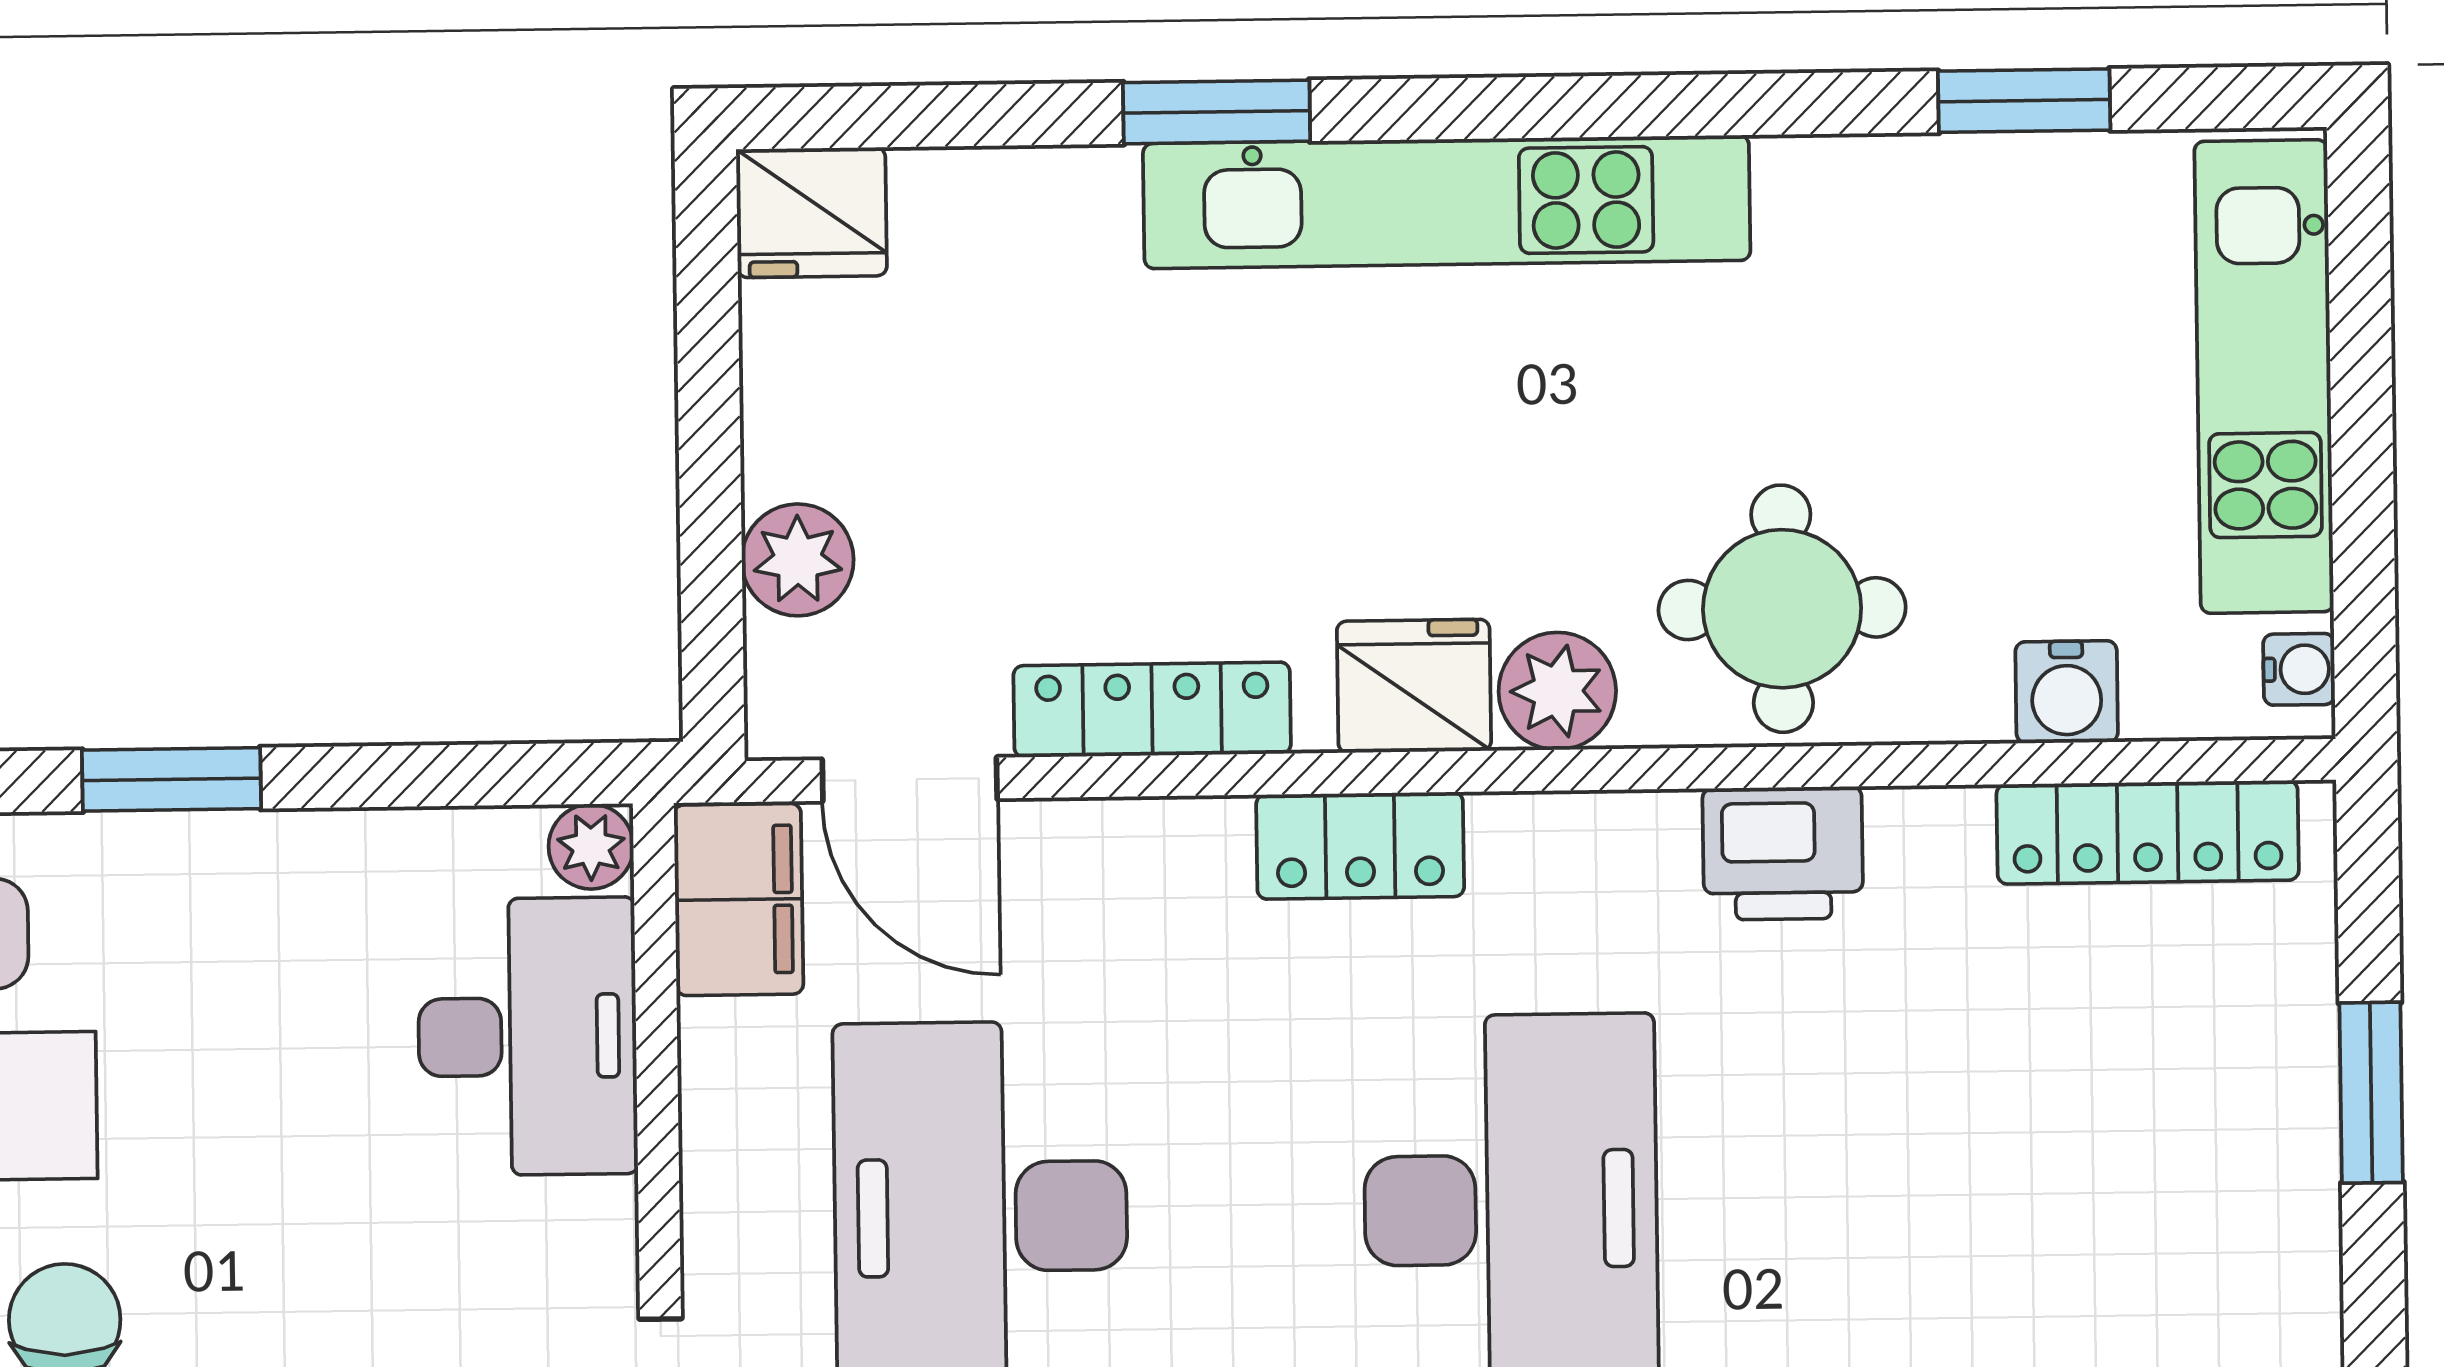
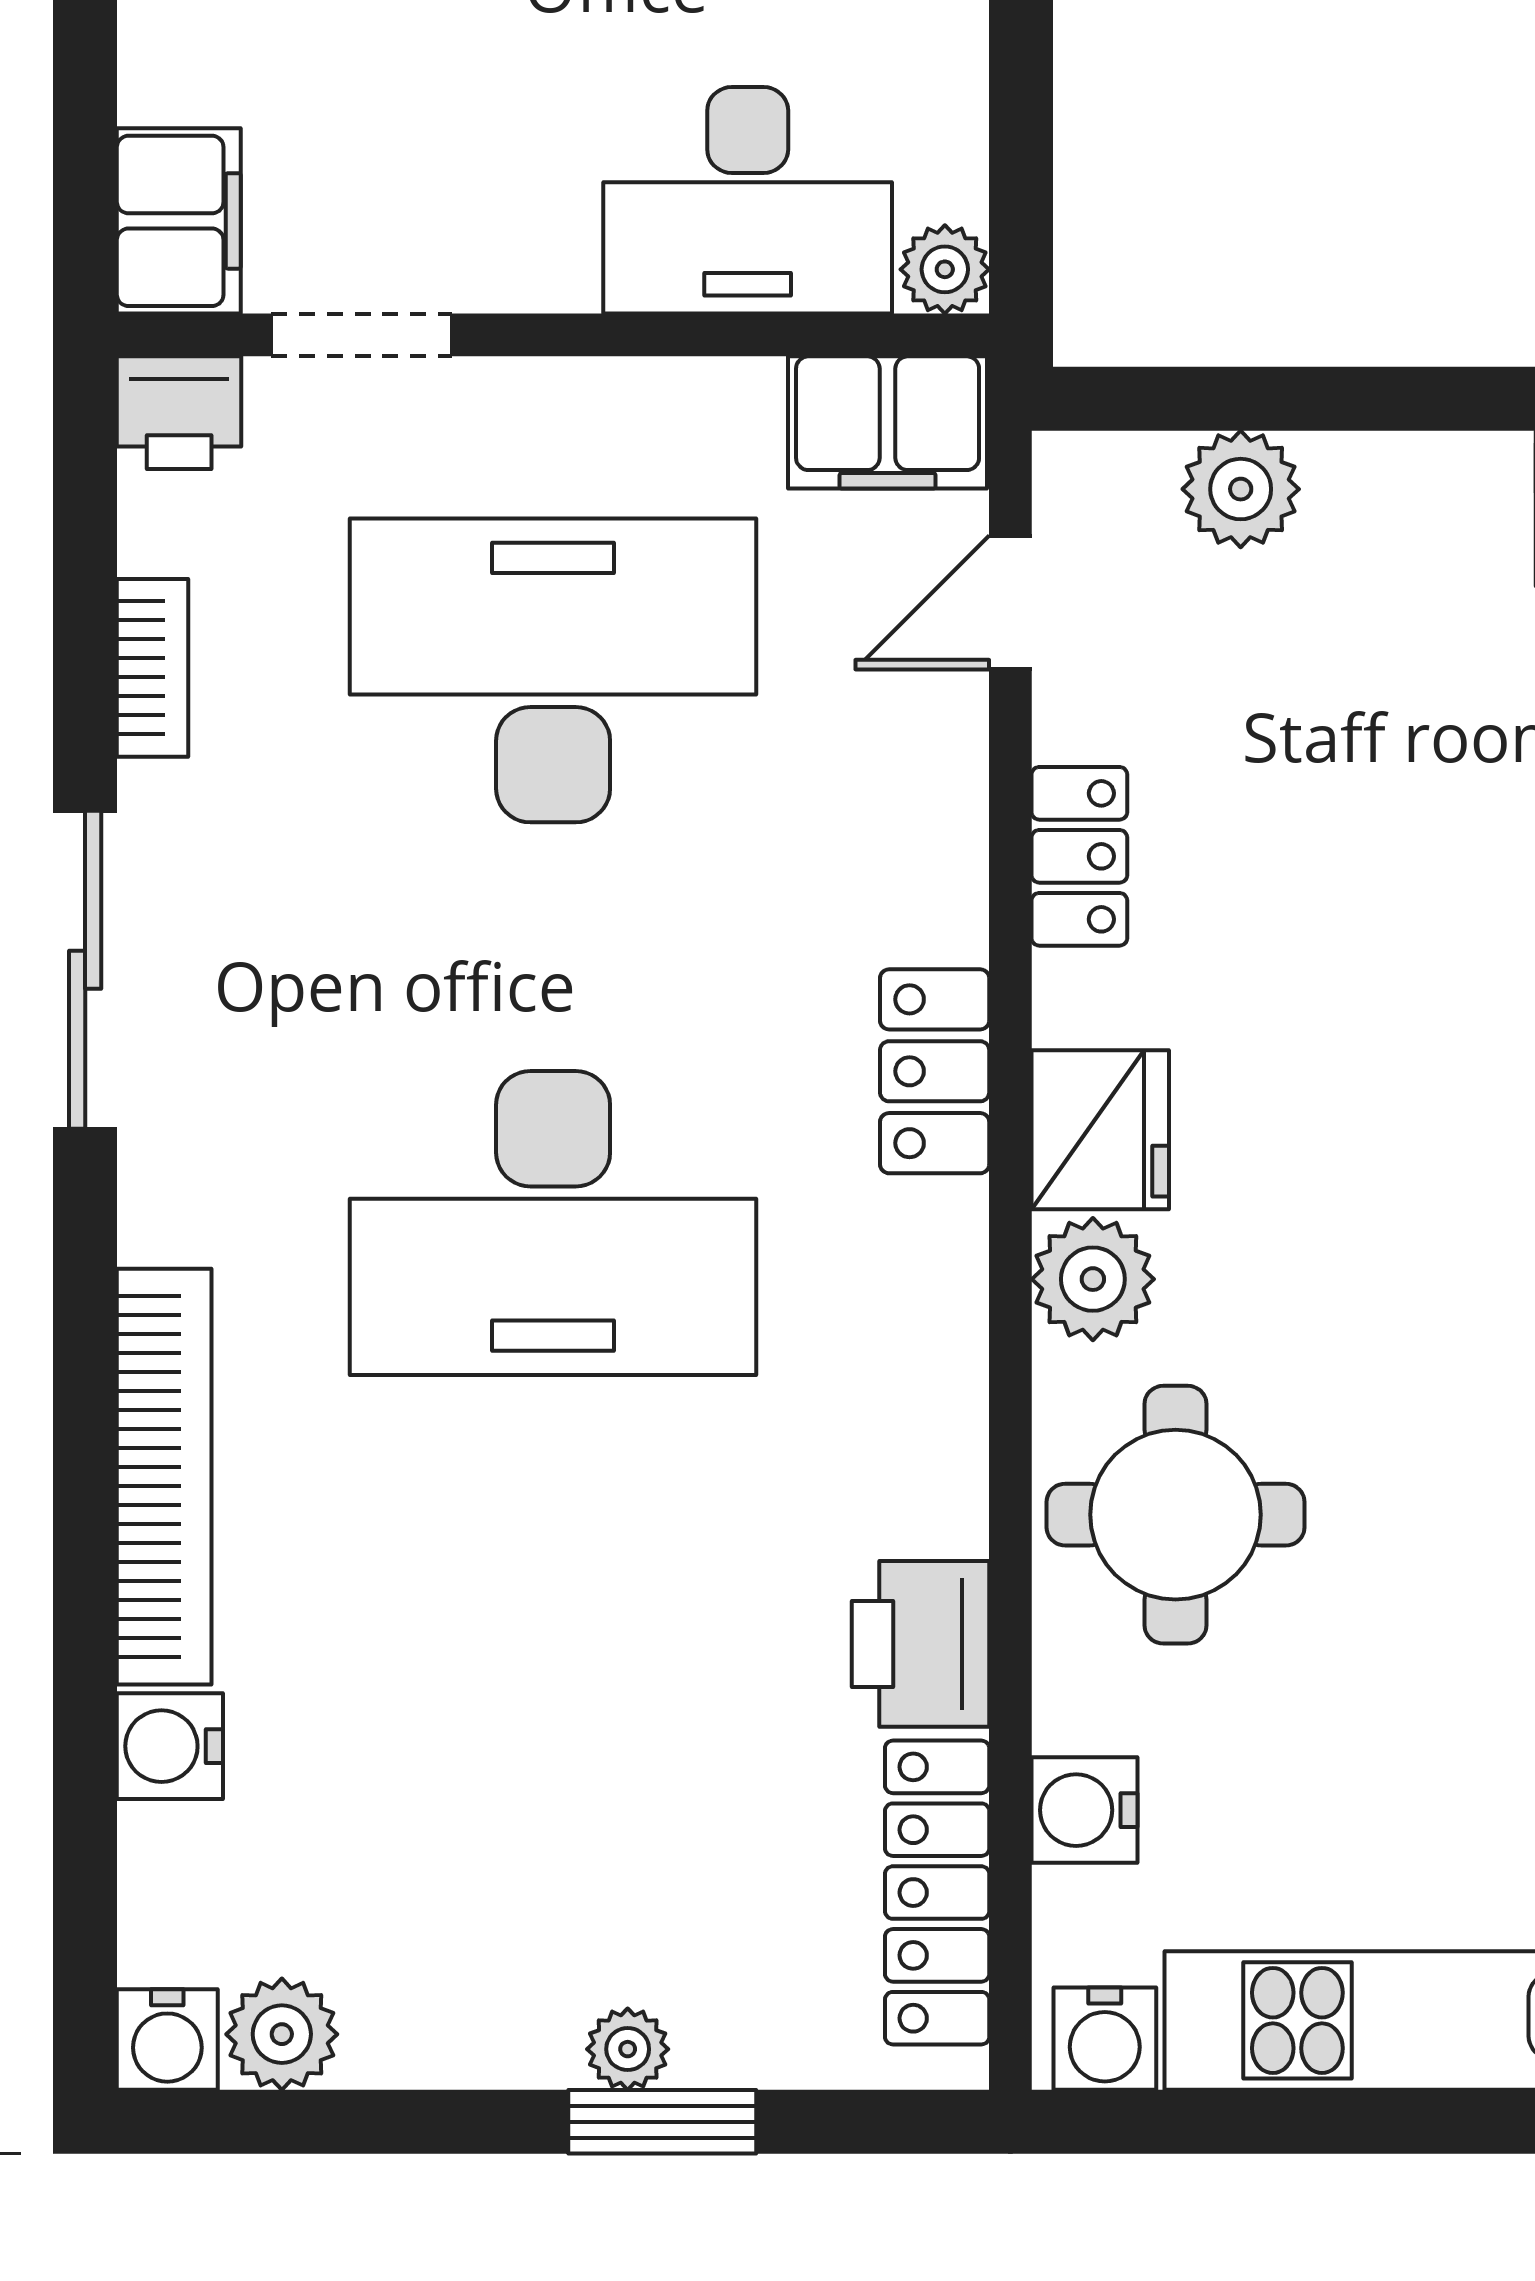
water cooler: (2299, 669) -> (1105, 2039), width x1.38, depth x1.38
locker: (1152, 710) -> (1079, 856), width x0.66
door: (910, 779) -> (1010, 603), width x0.73
printer: (1783, 853) -> (920, 1644), moved
plant: (2302, 1127) -> (628, 2049), added

